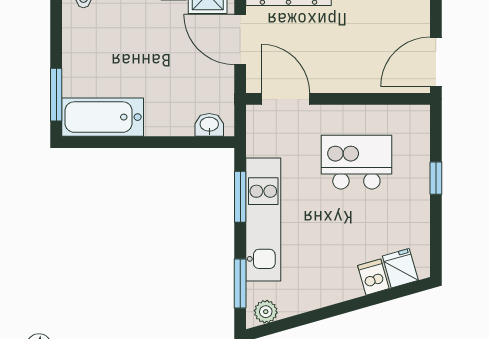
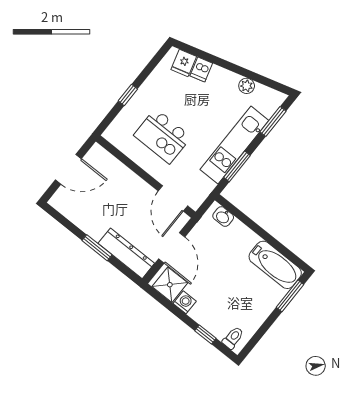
door: (436, 62) -> (68, 169), moved
plant: (266, 312) -> (247, 86), moved

